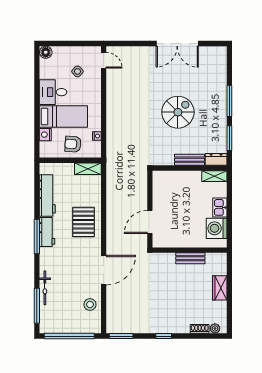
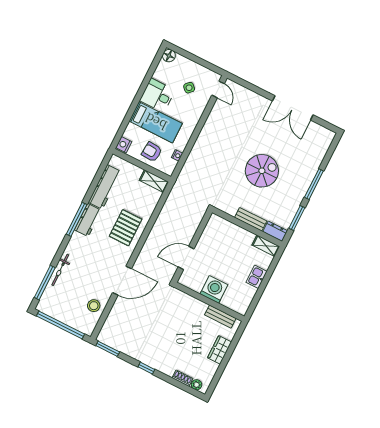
nightstand: (45, 135) -> (124, 145), moved
washing machine: (217, 228) -> (214, 289), moved, turned 90
bench: (190, 258) -> (220, 317), moved

